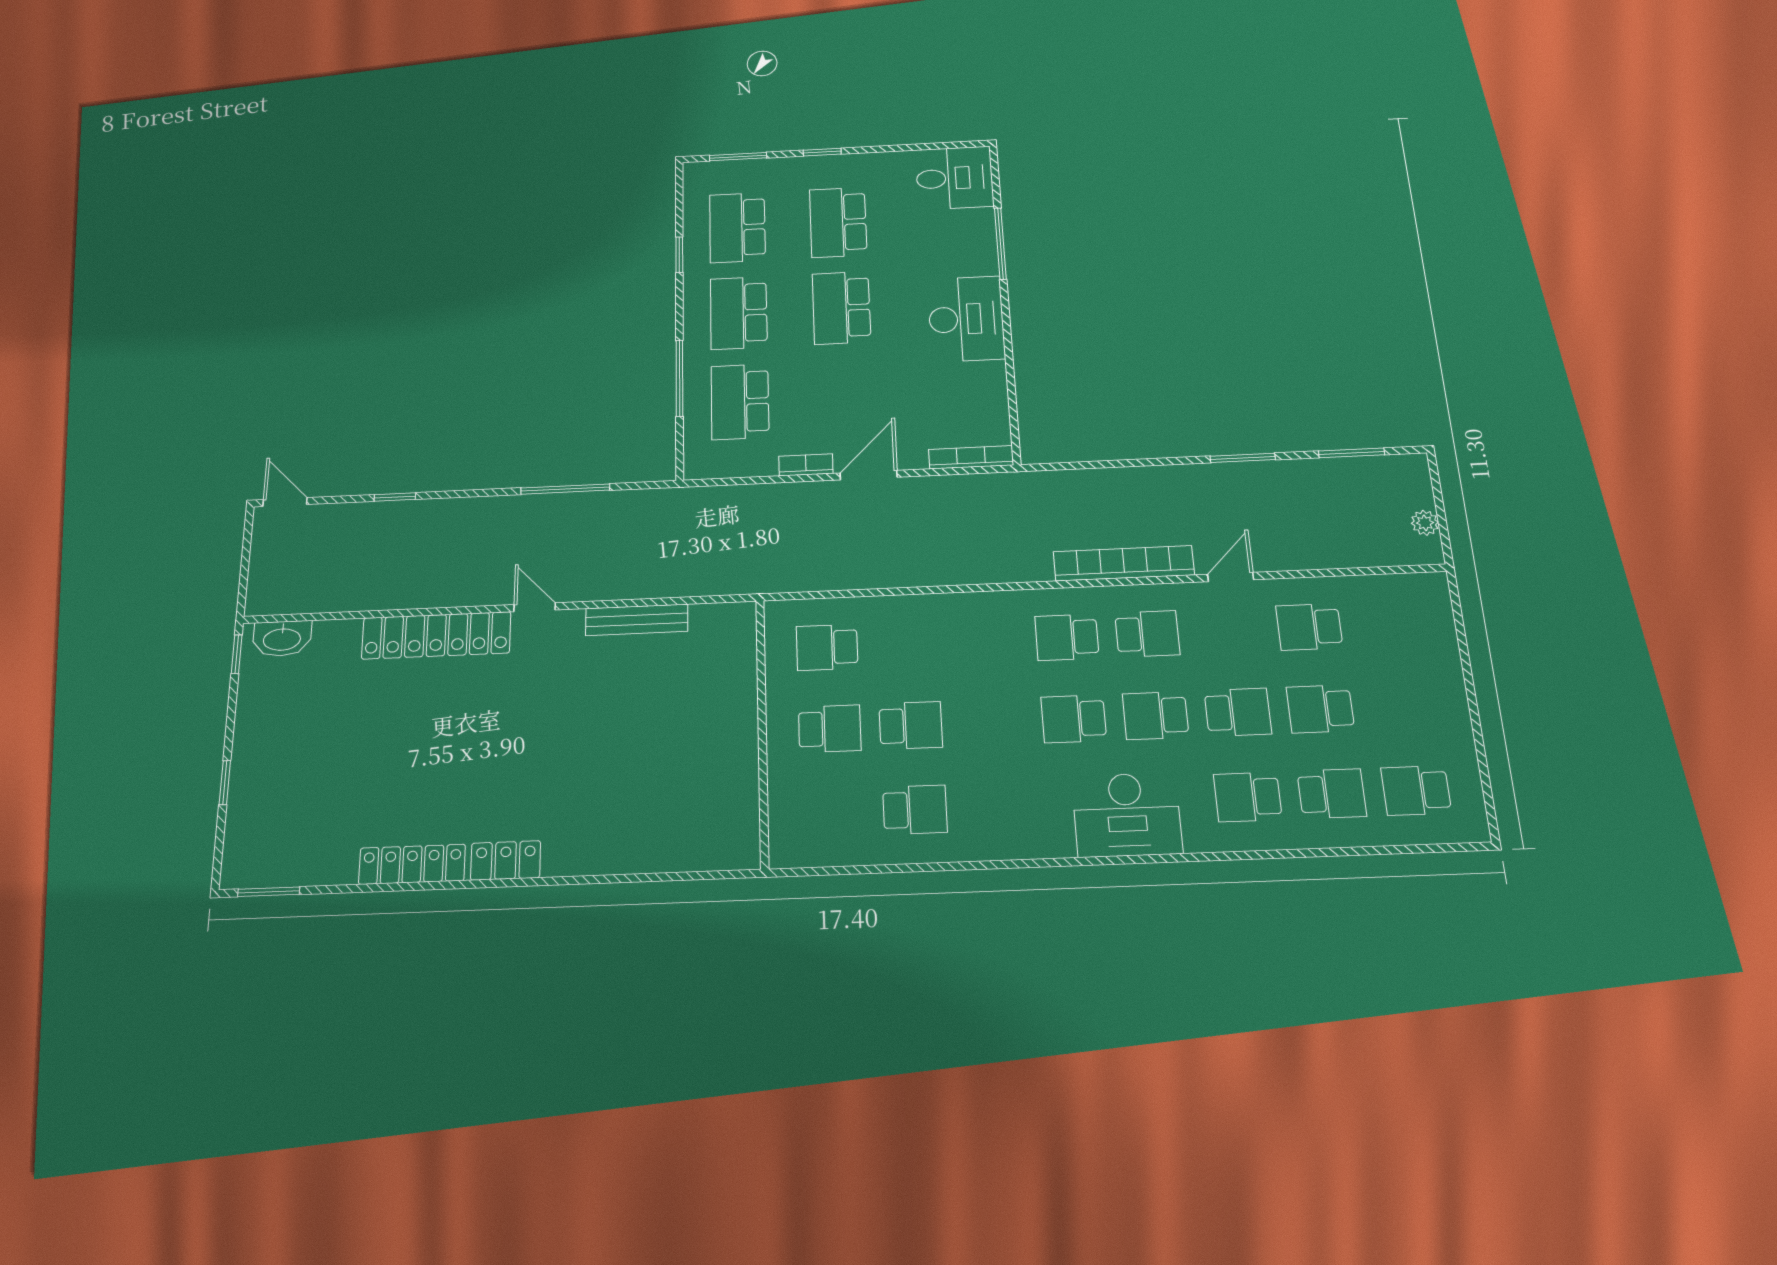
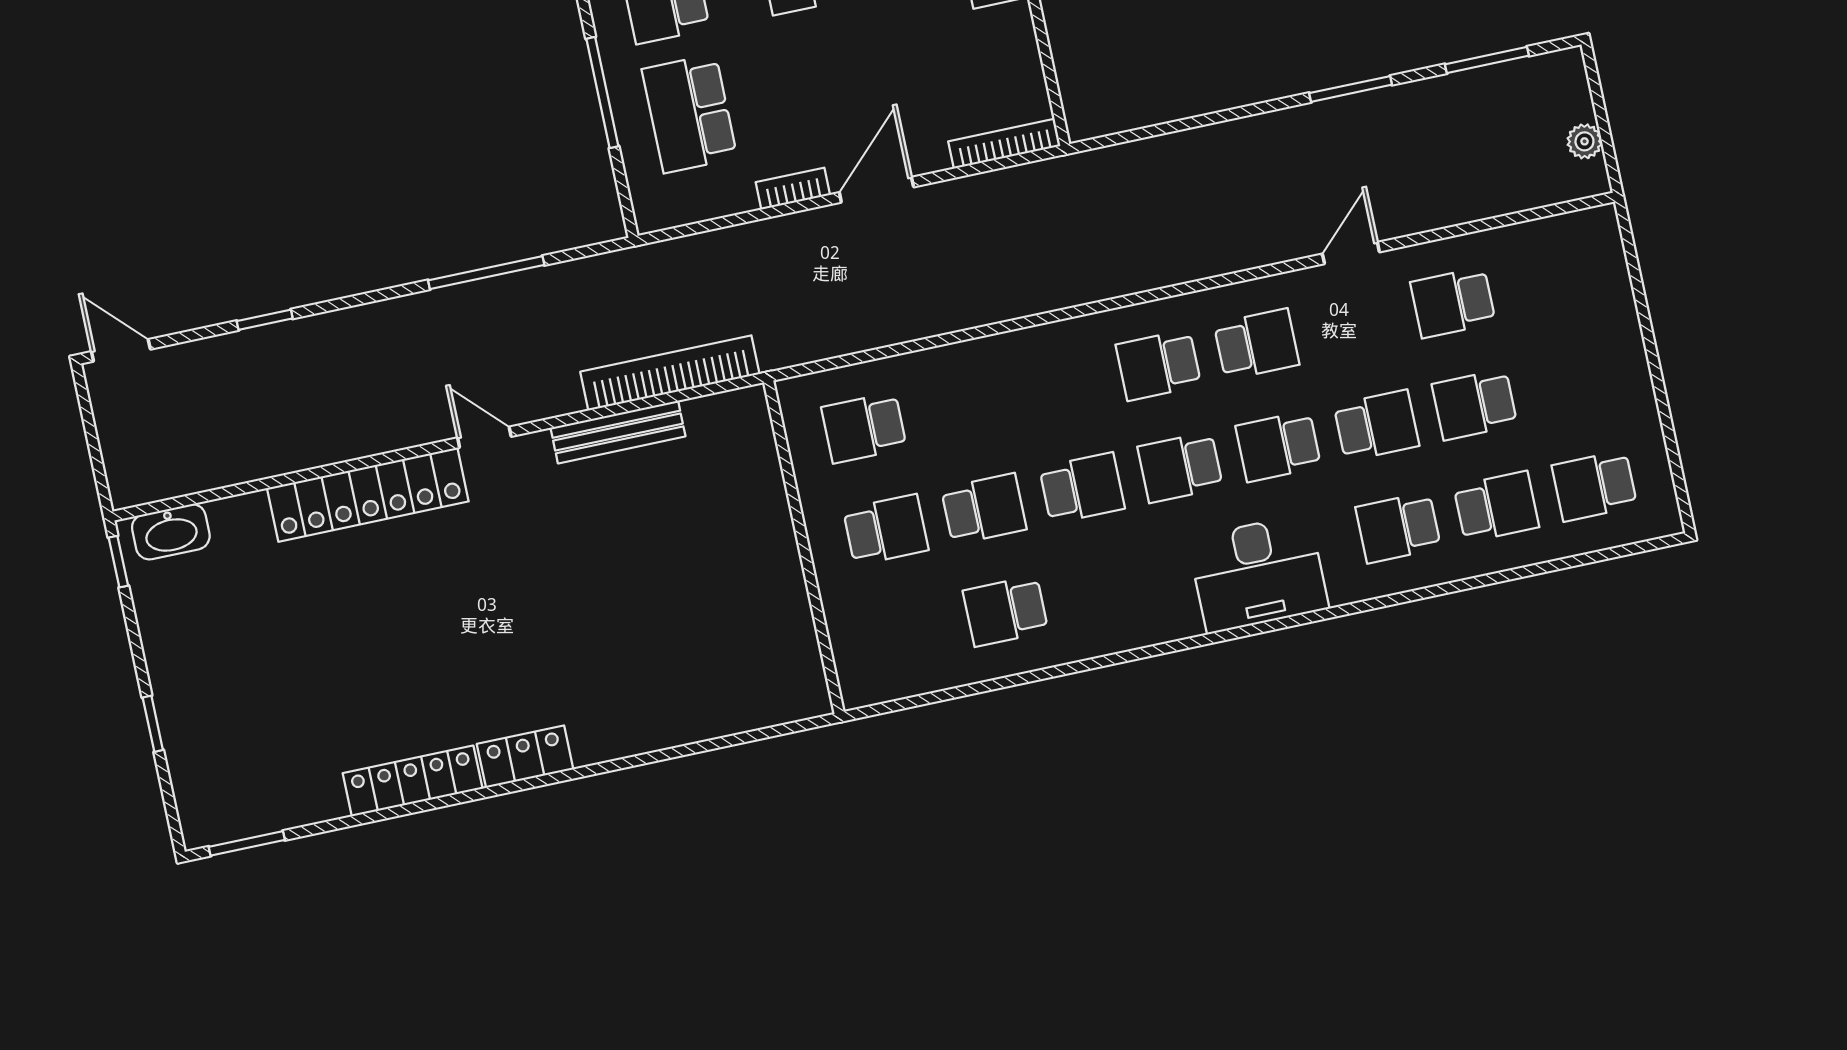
bookcase: (1124, 563) -> (670, 373), moved
school desk: (992, 722) -> (1082, 488), added
school desk: (915, 810) -> (1006, 611), turned 180

